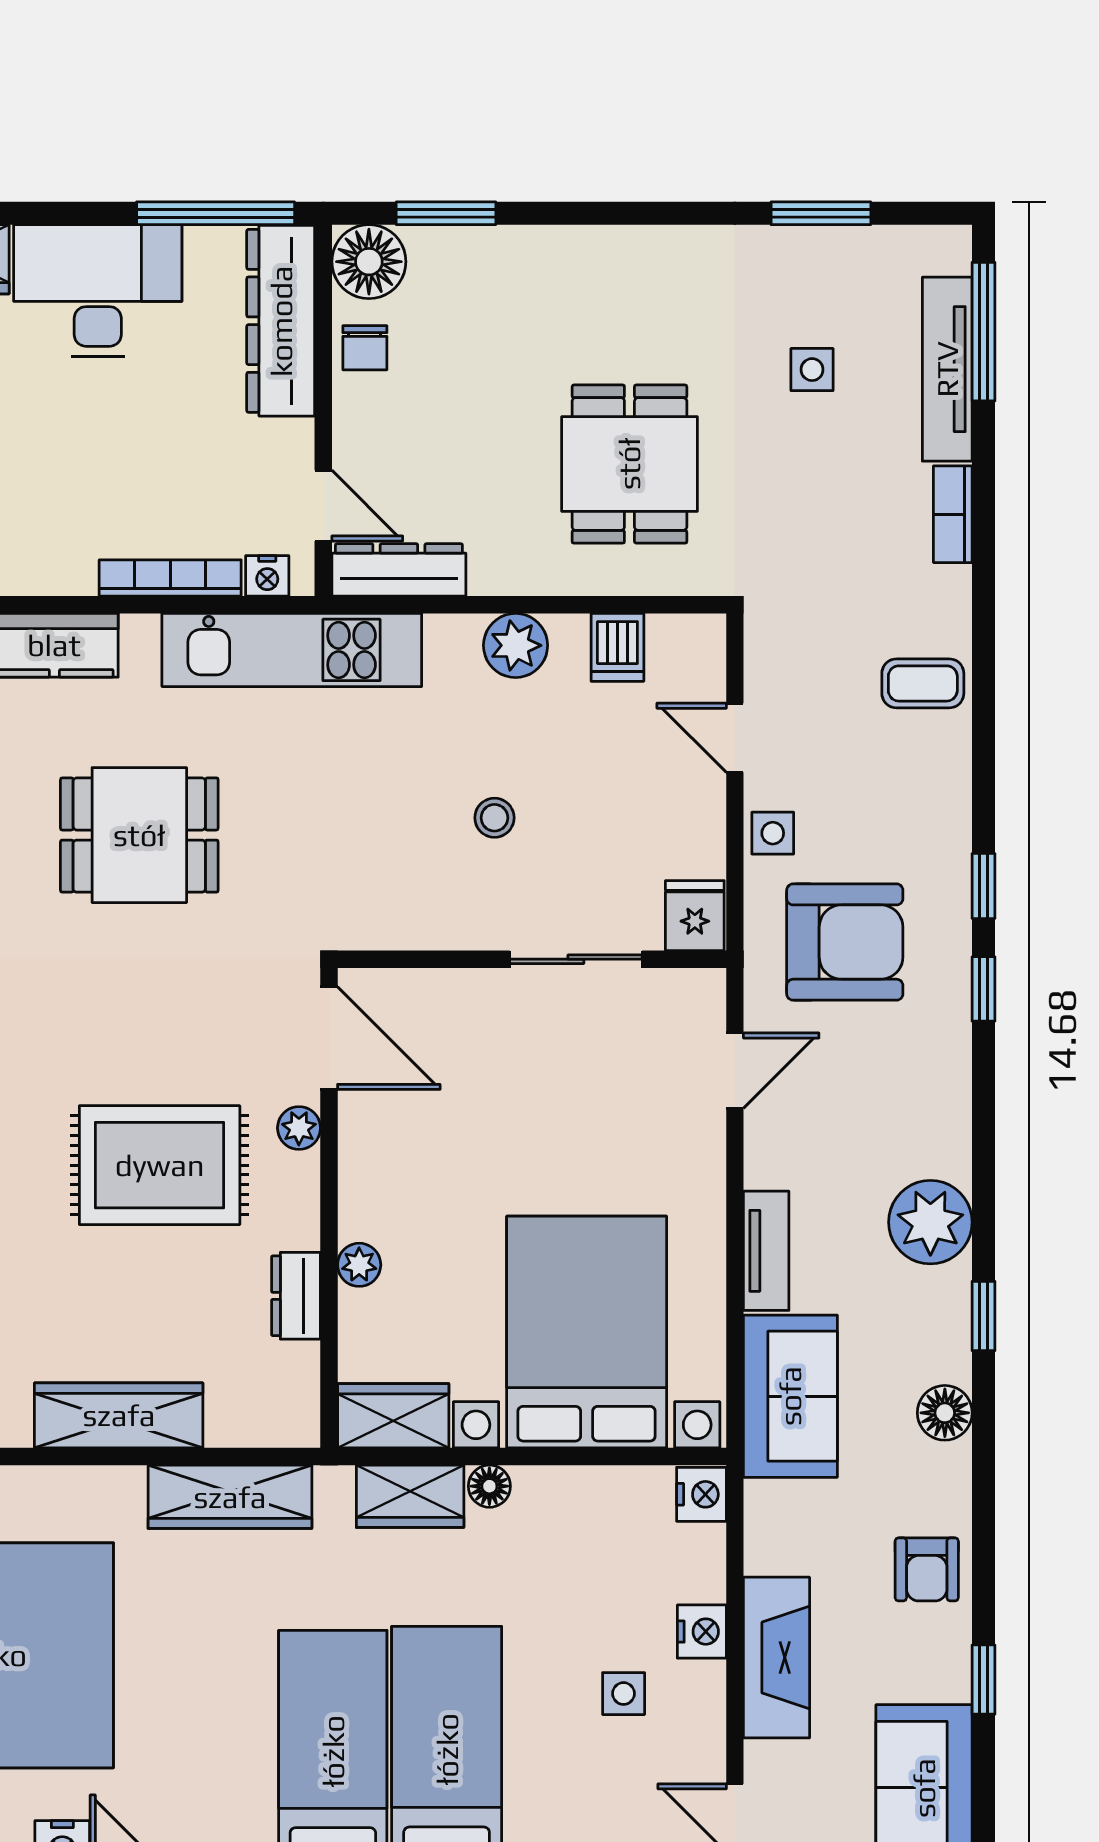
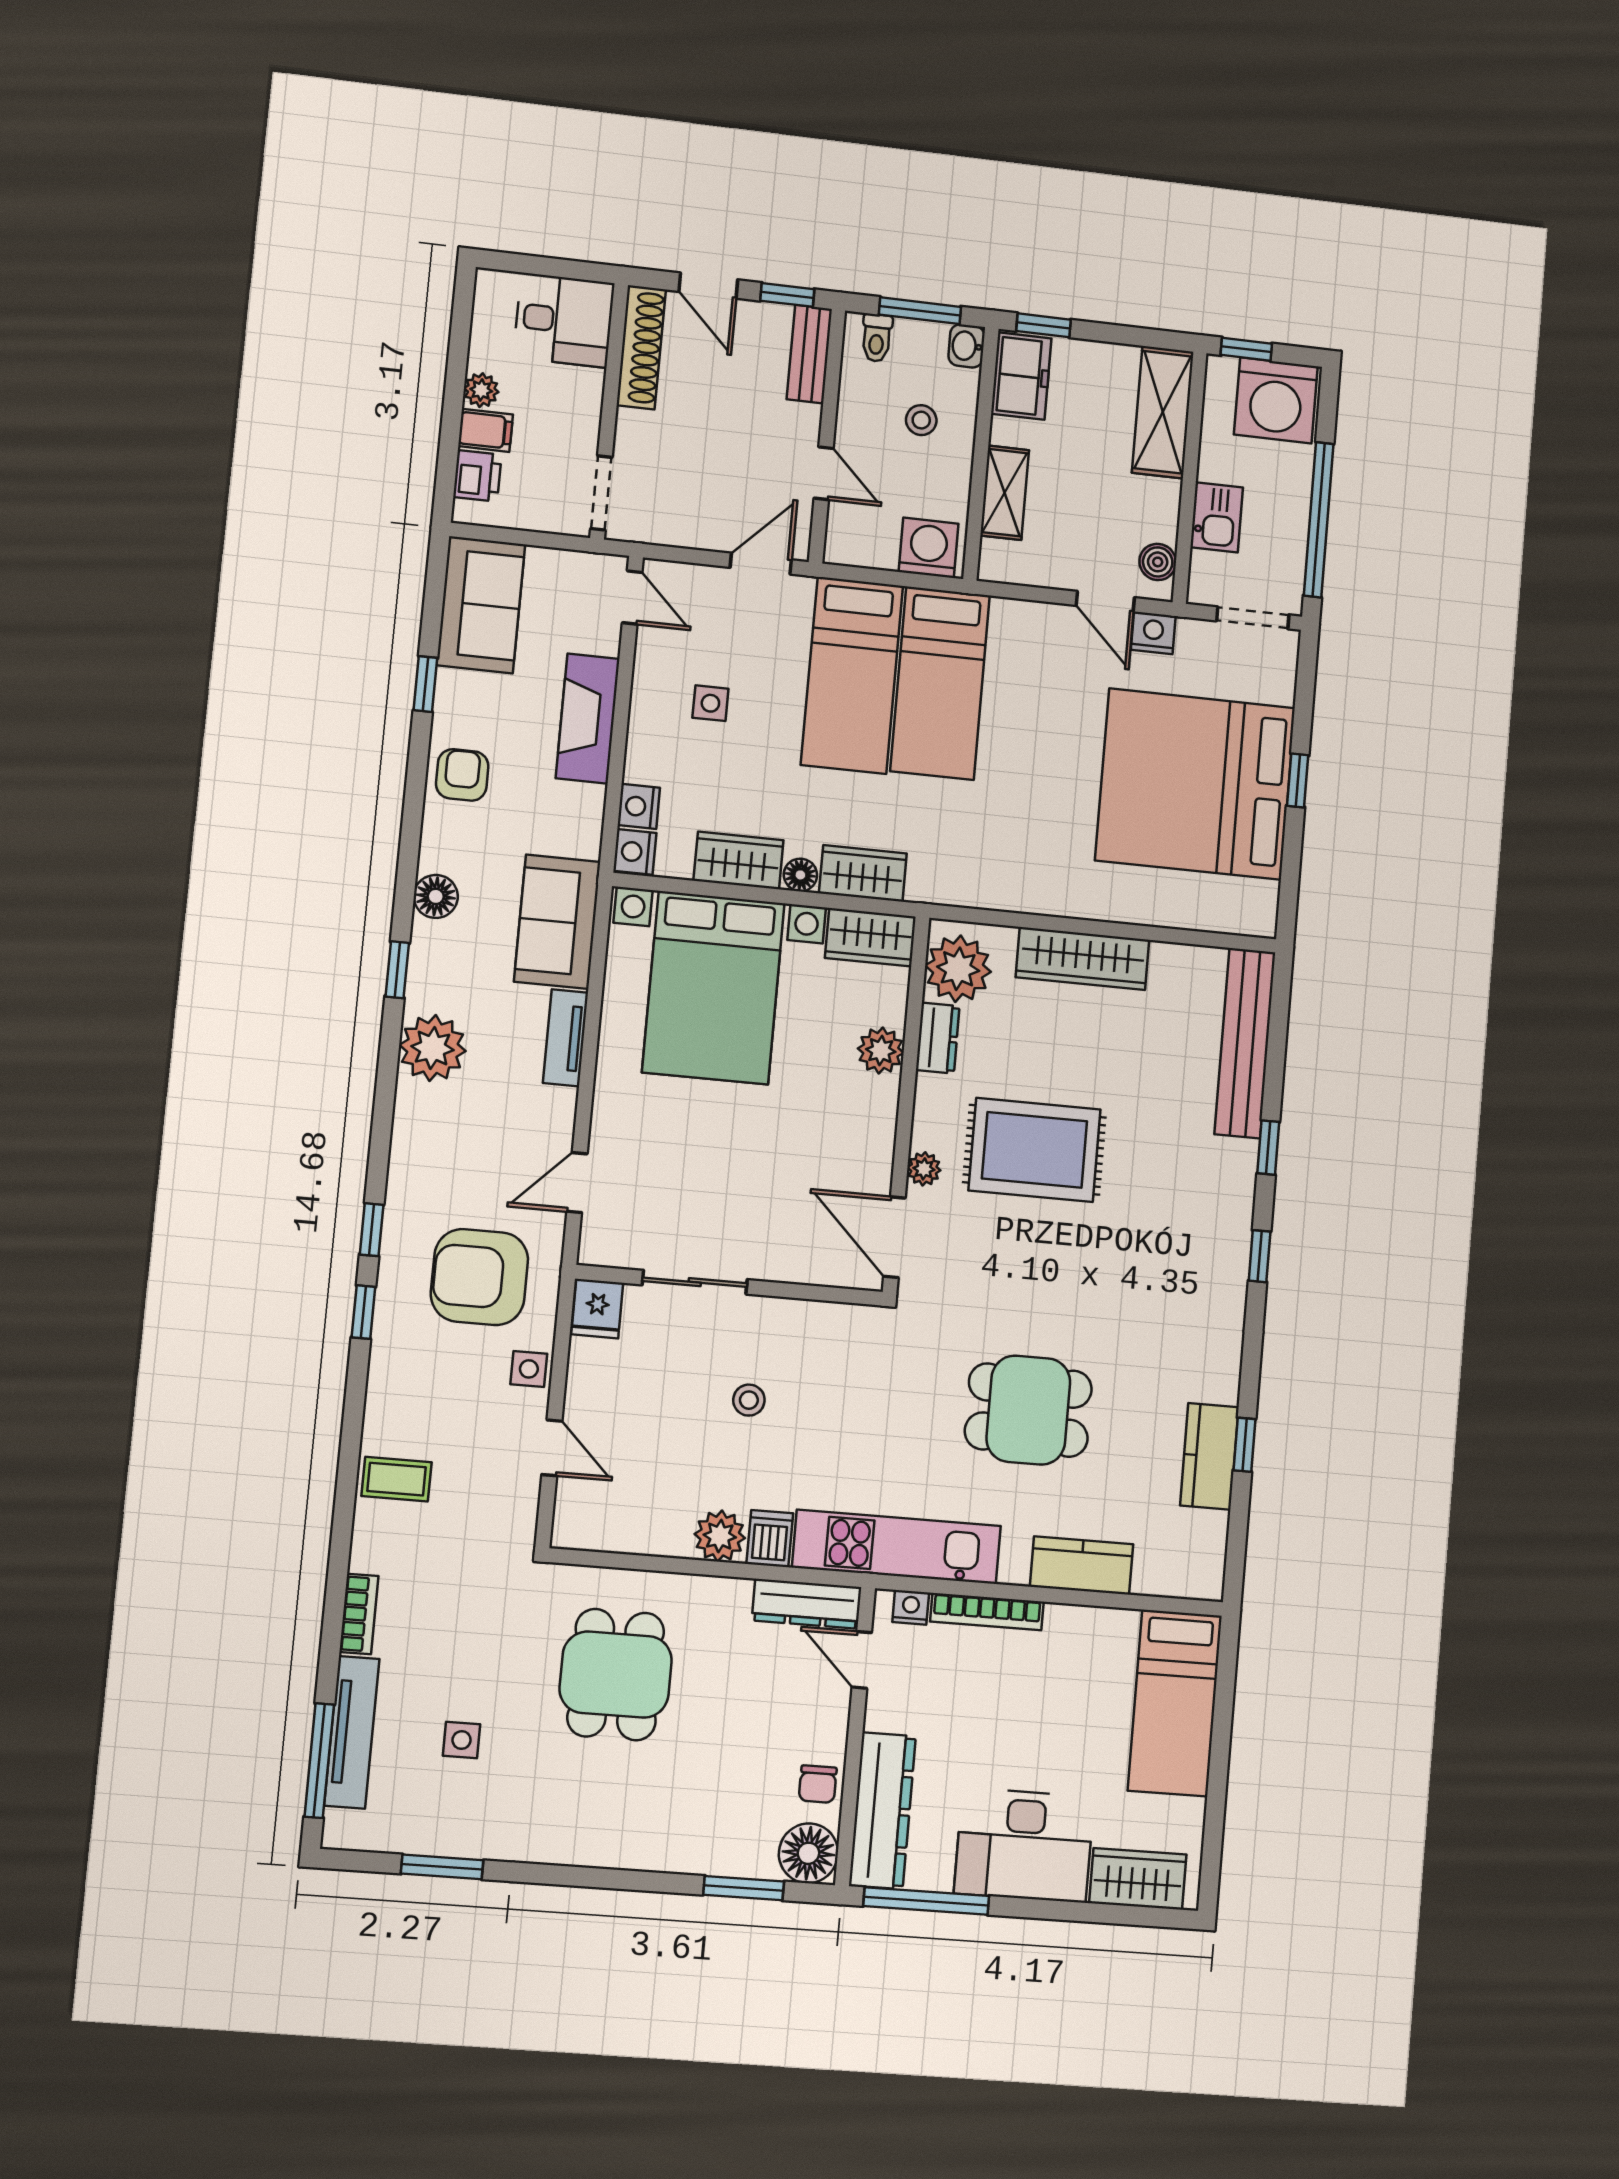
chair: (365, 348) -> (818, 1784), turned 180
dishwasher: (617, 647) -> (770, 1539), moved
plant: (359, 1265) -> (881, 1051), width x1.38, depth x1.38
plant: (278, 1387) -> (958, 969), added
wardrobe: (230, 1497) -> (739, 860), moved, width x0.67
nightstand: (702, 1632) -> (639, 806), moved

